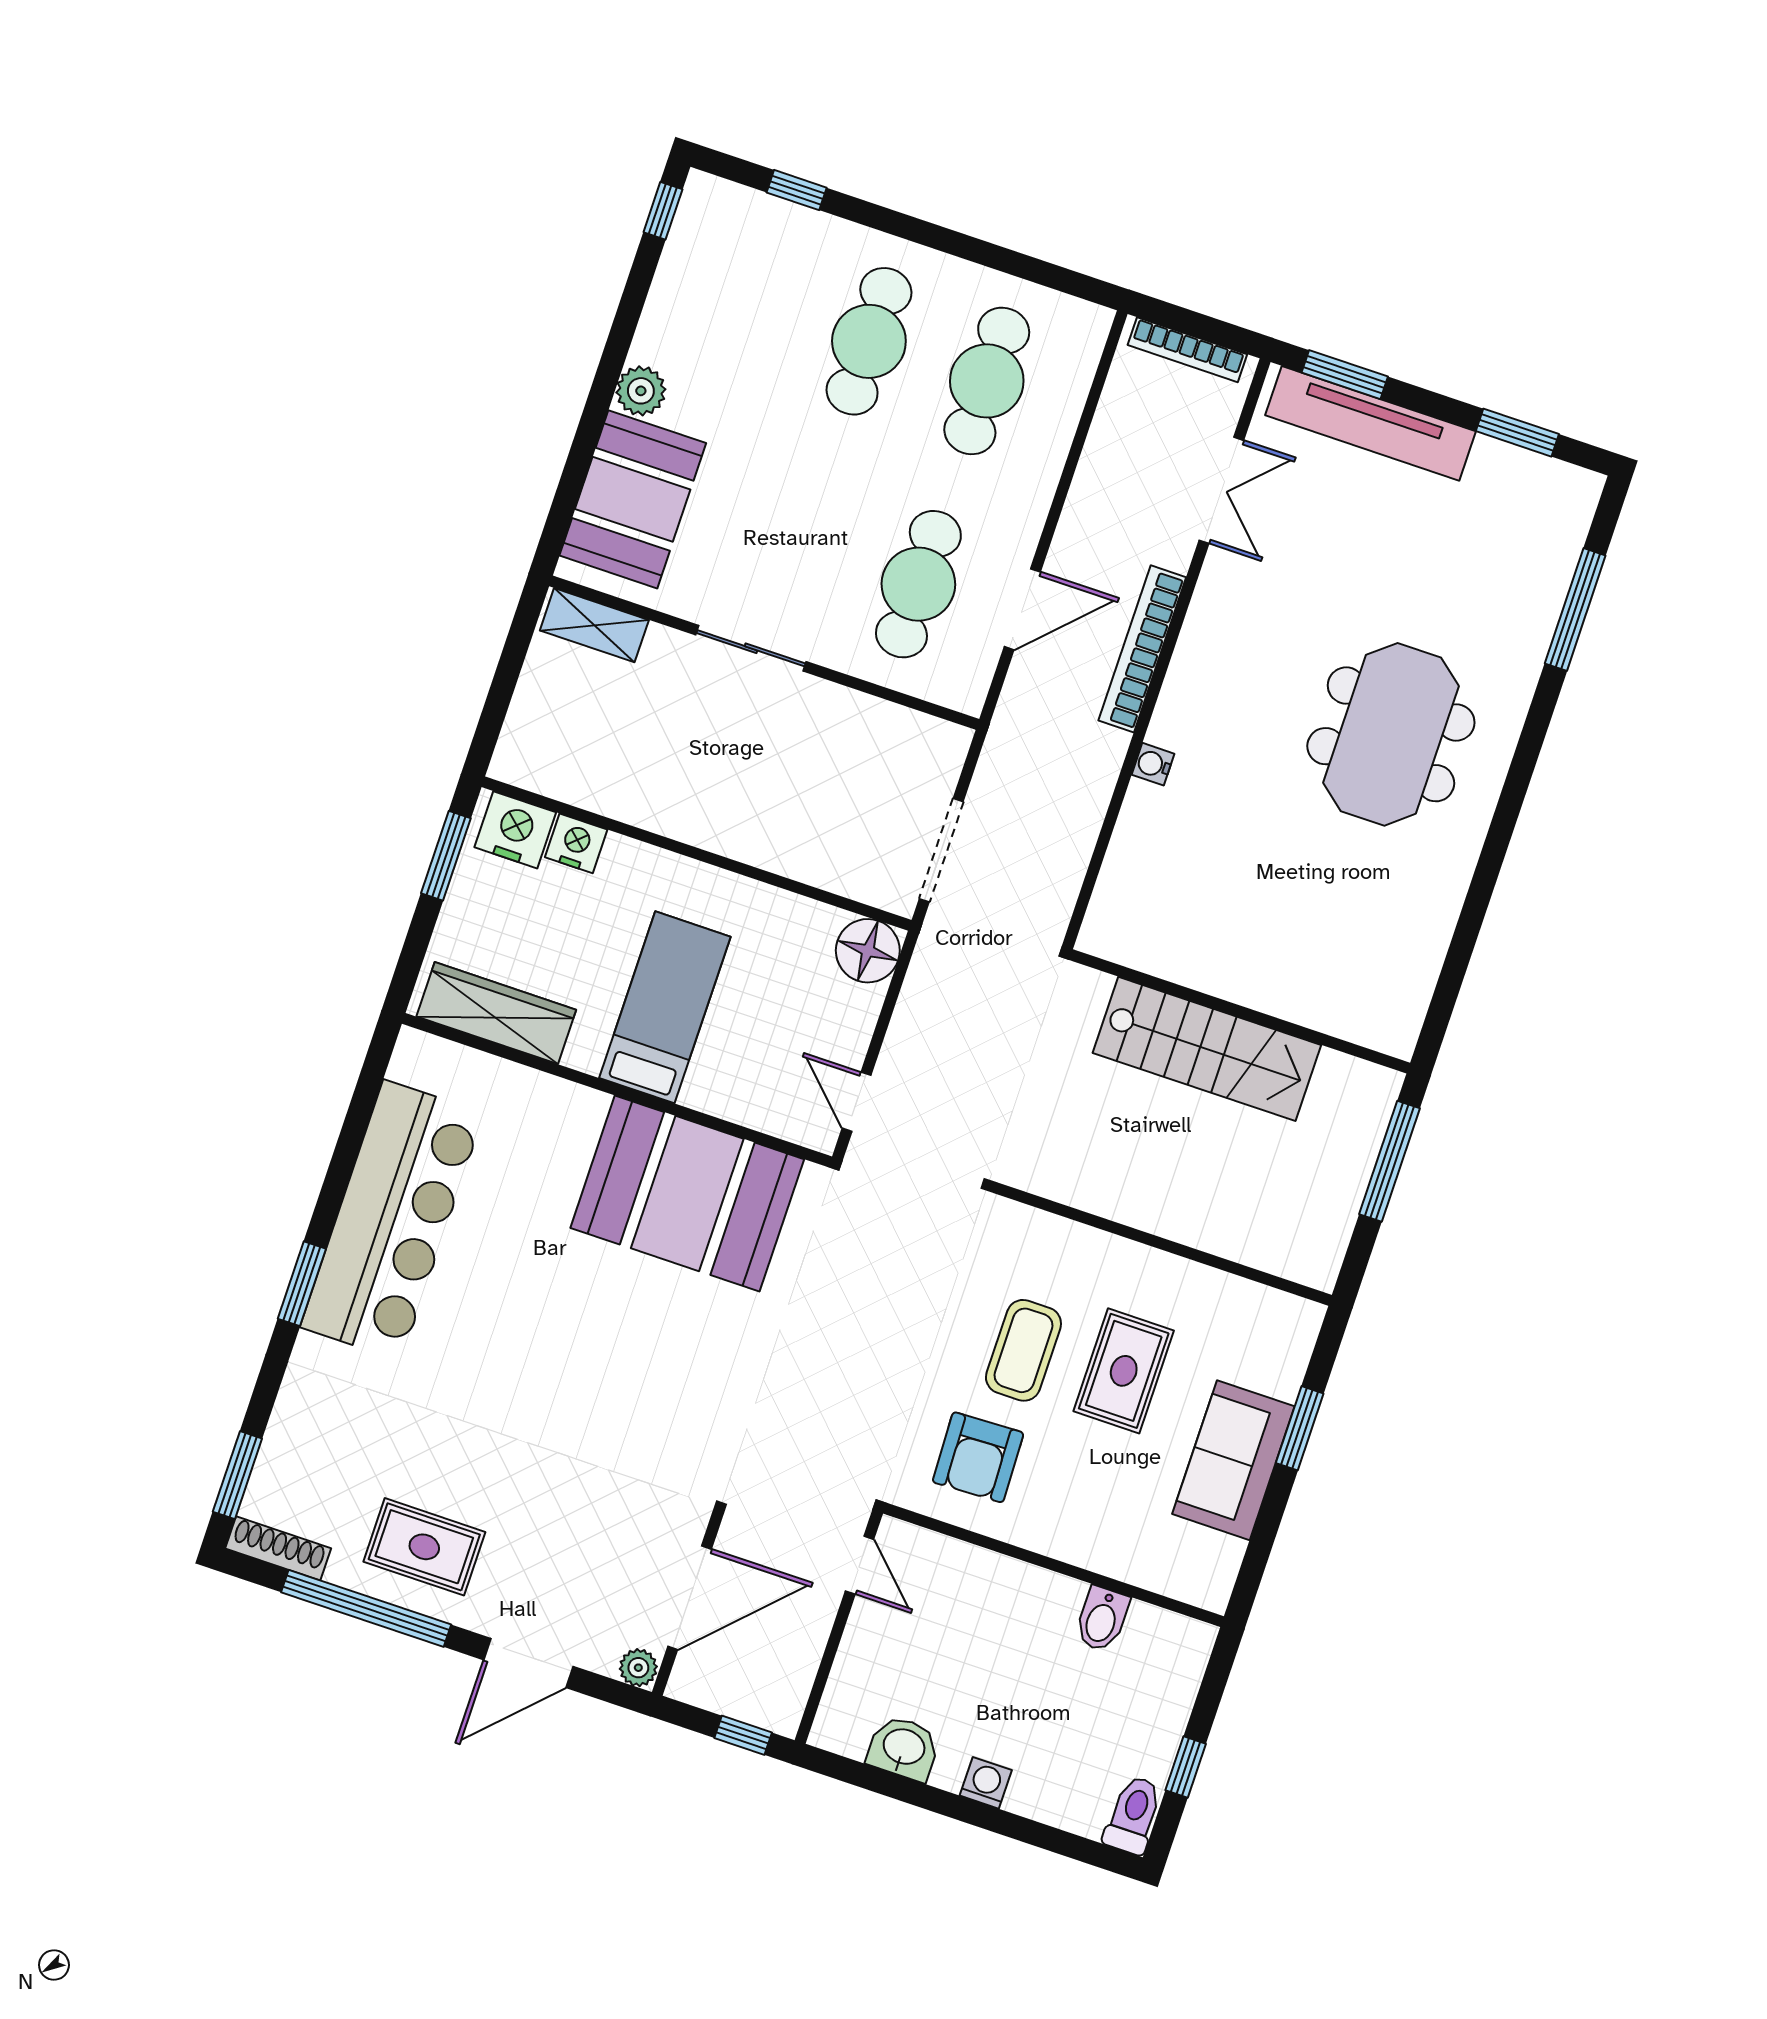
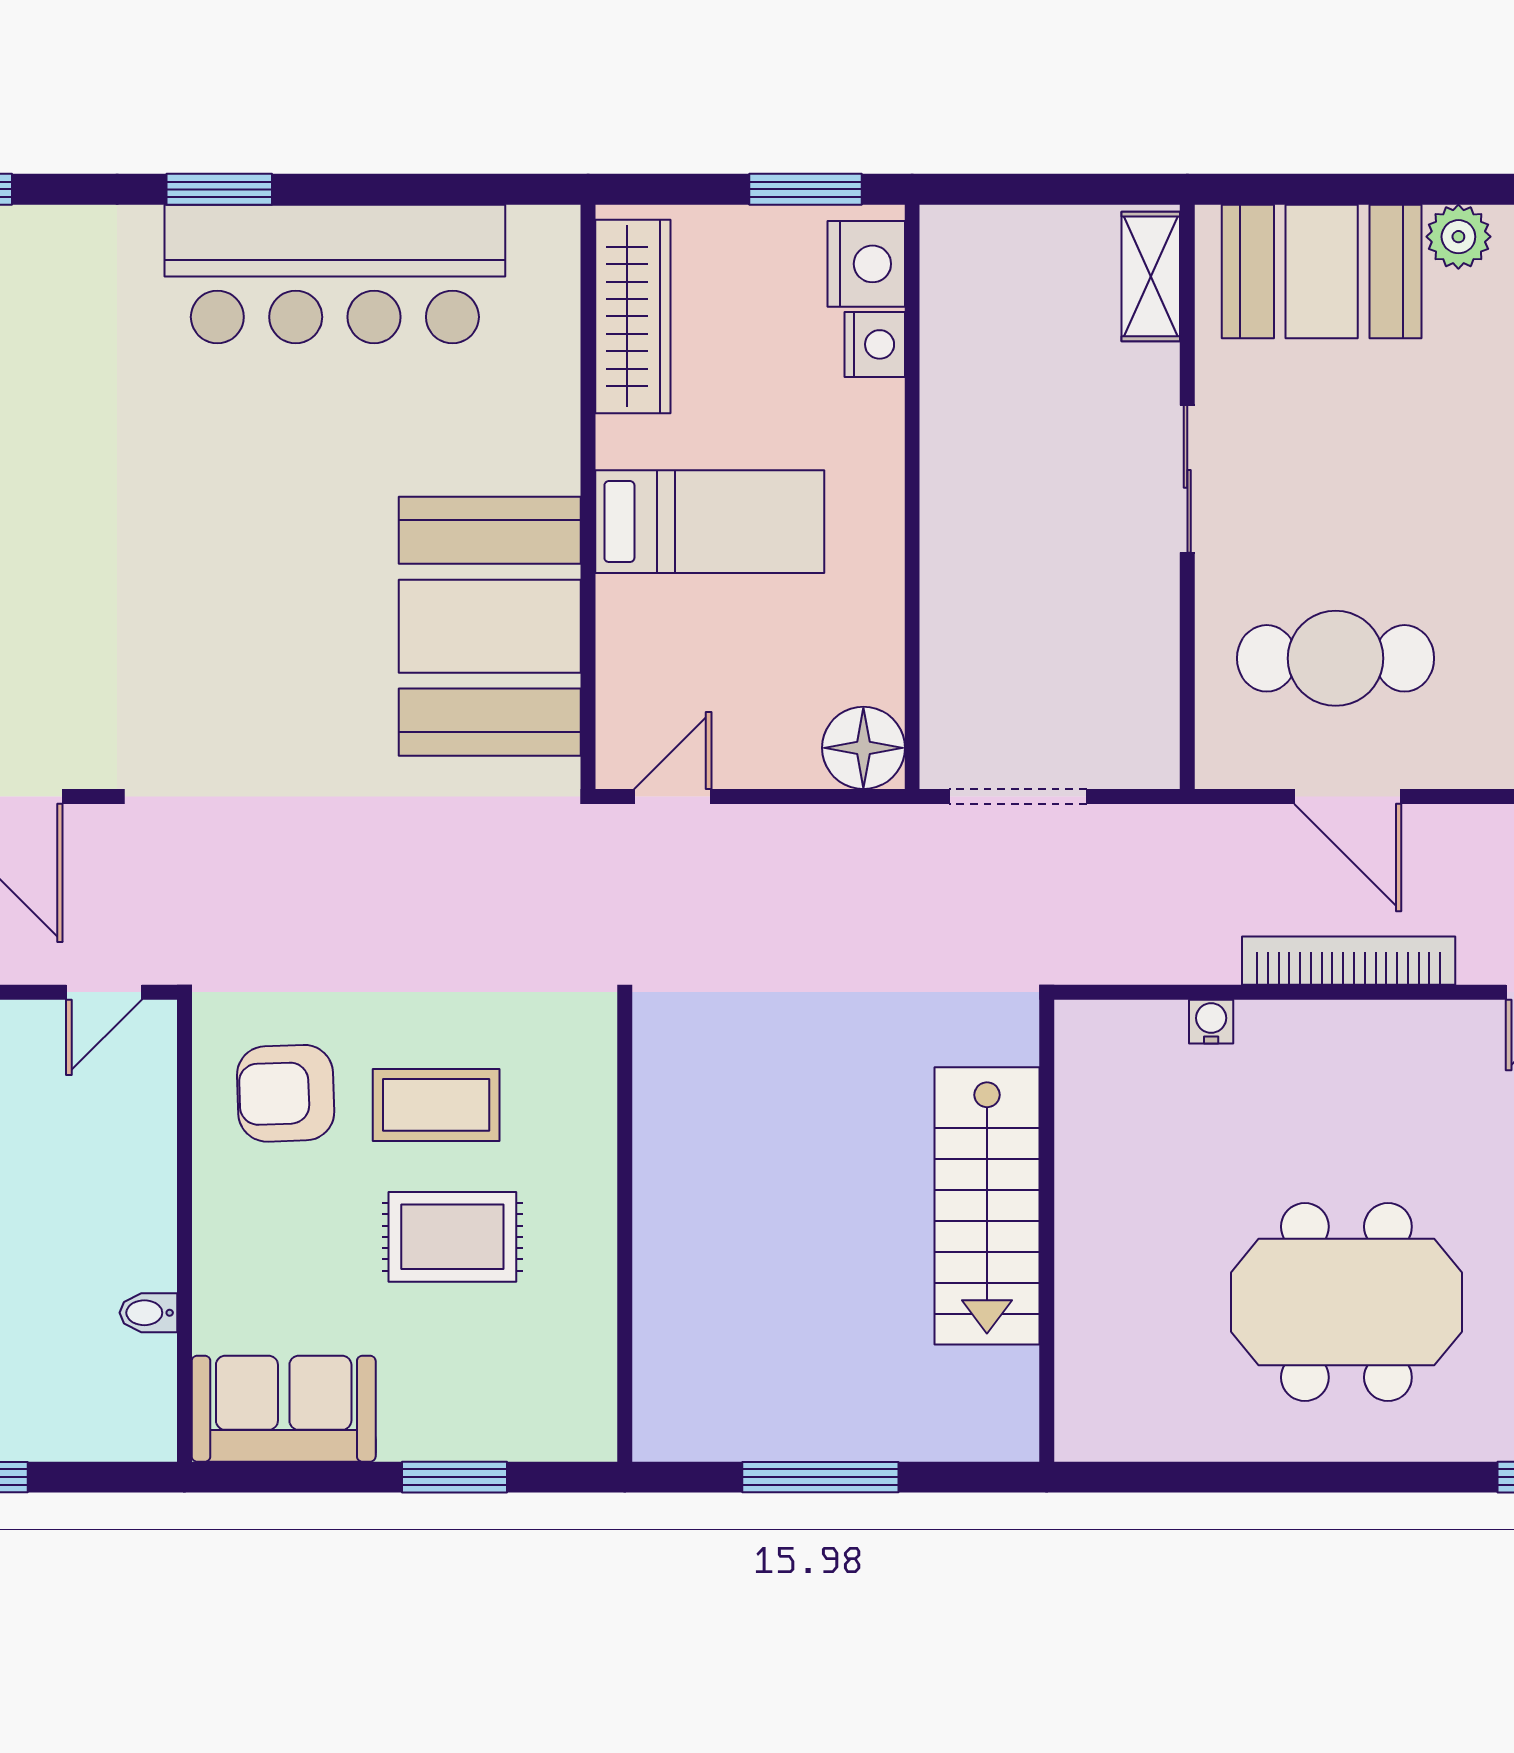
wall: (1240, 1011) -> (1047, 1231), moved
stairs: (1207, 1049) -> (987, 1206), moved
sofa: (1233, 1460) -> (284, 1409), moved
bidet: (1102, 1619) -> (148, 1313), width x0.72, depth x0.74

